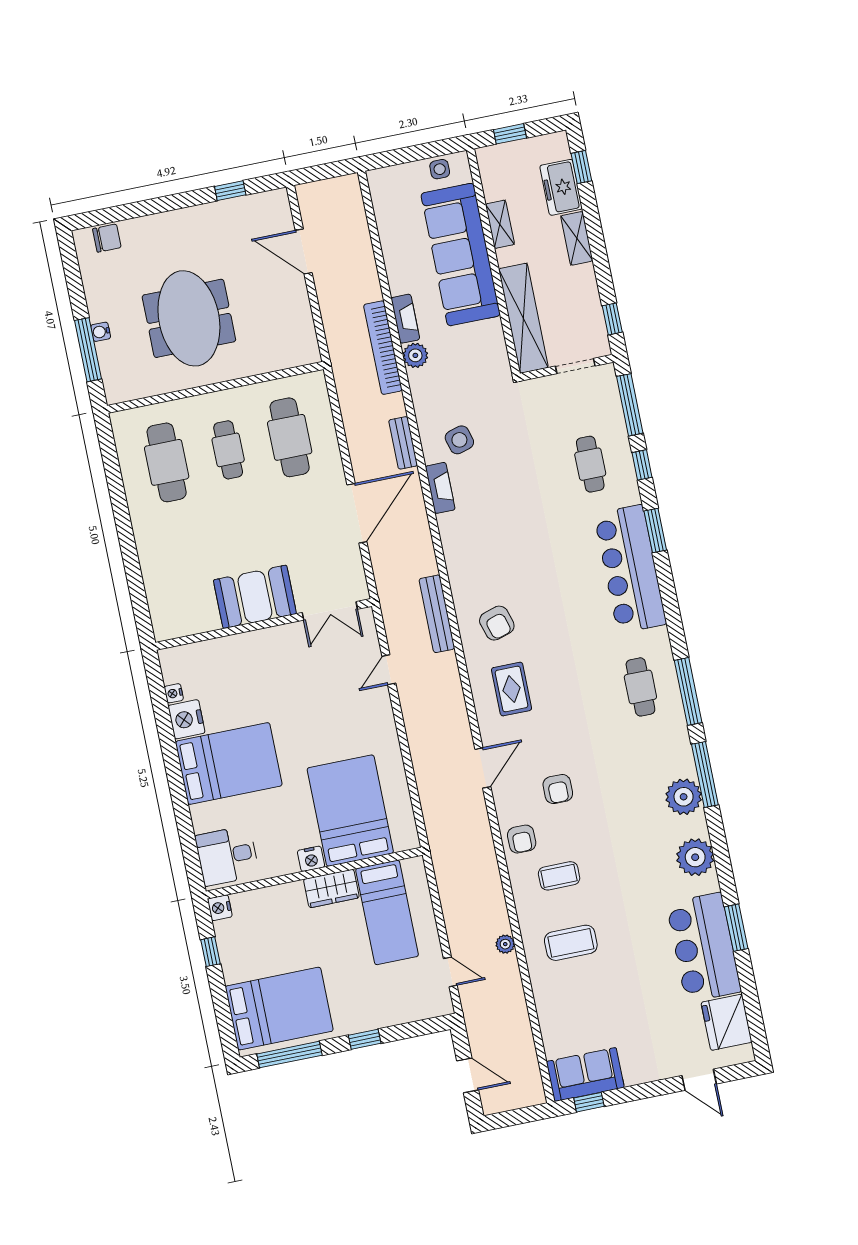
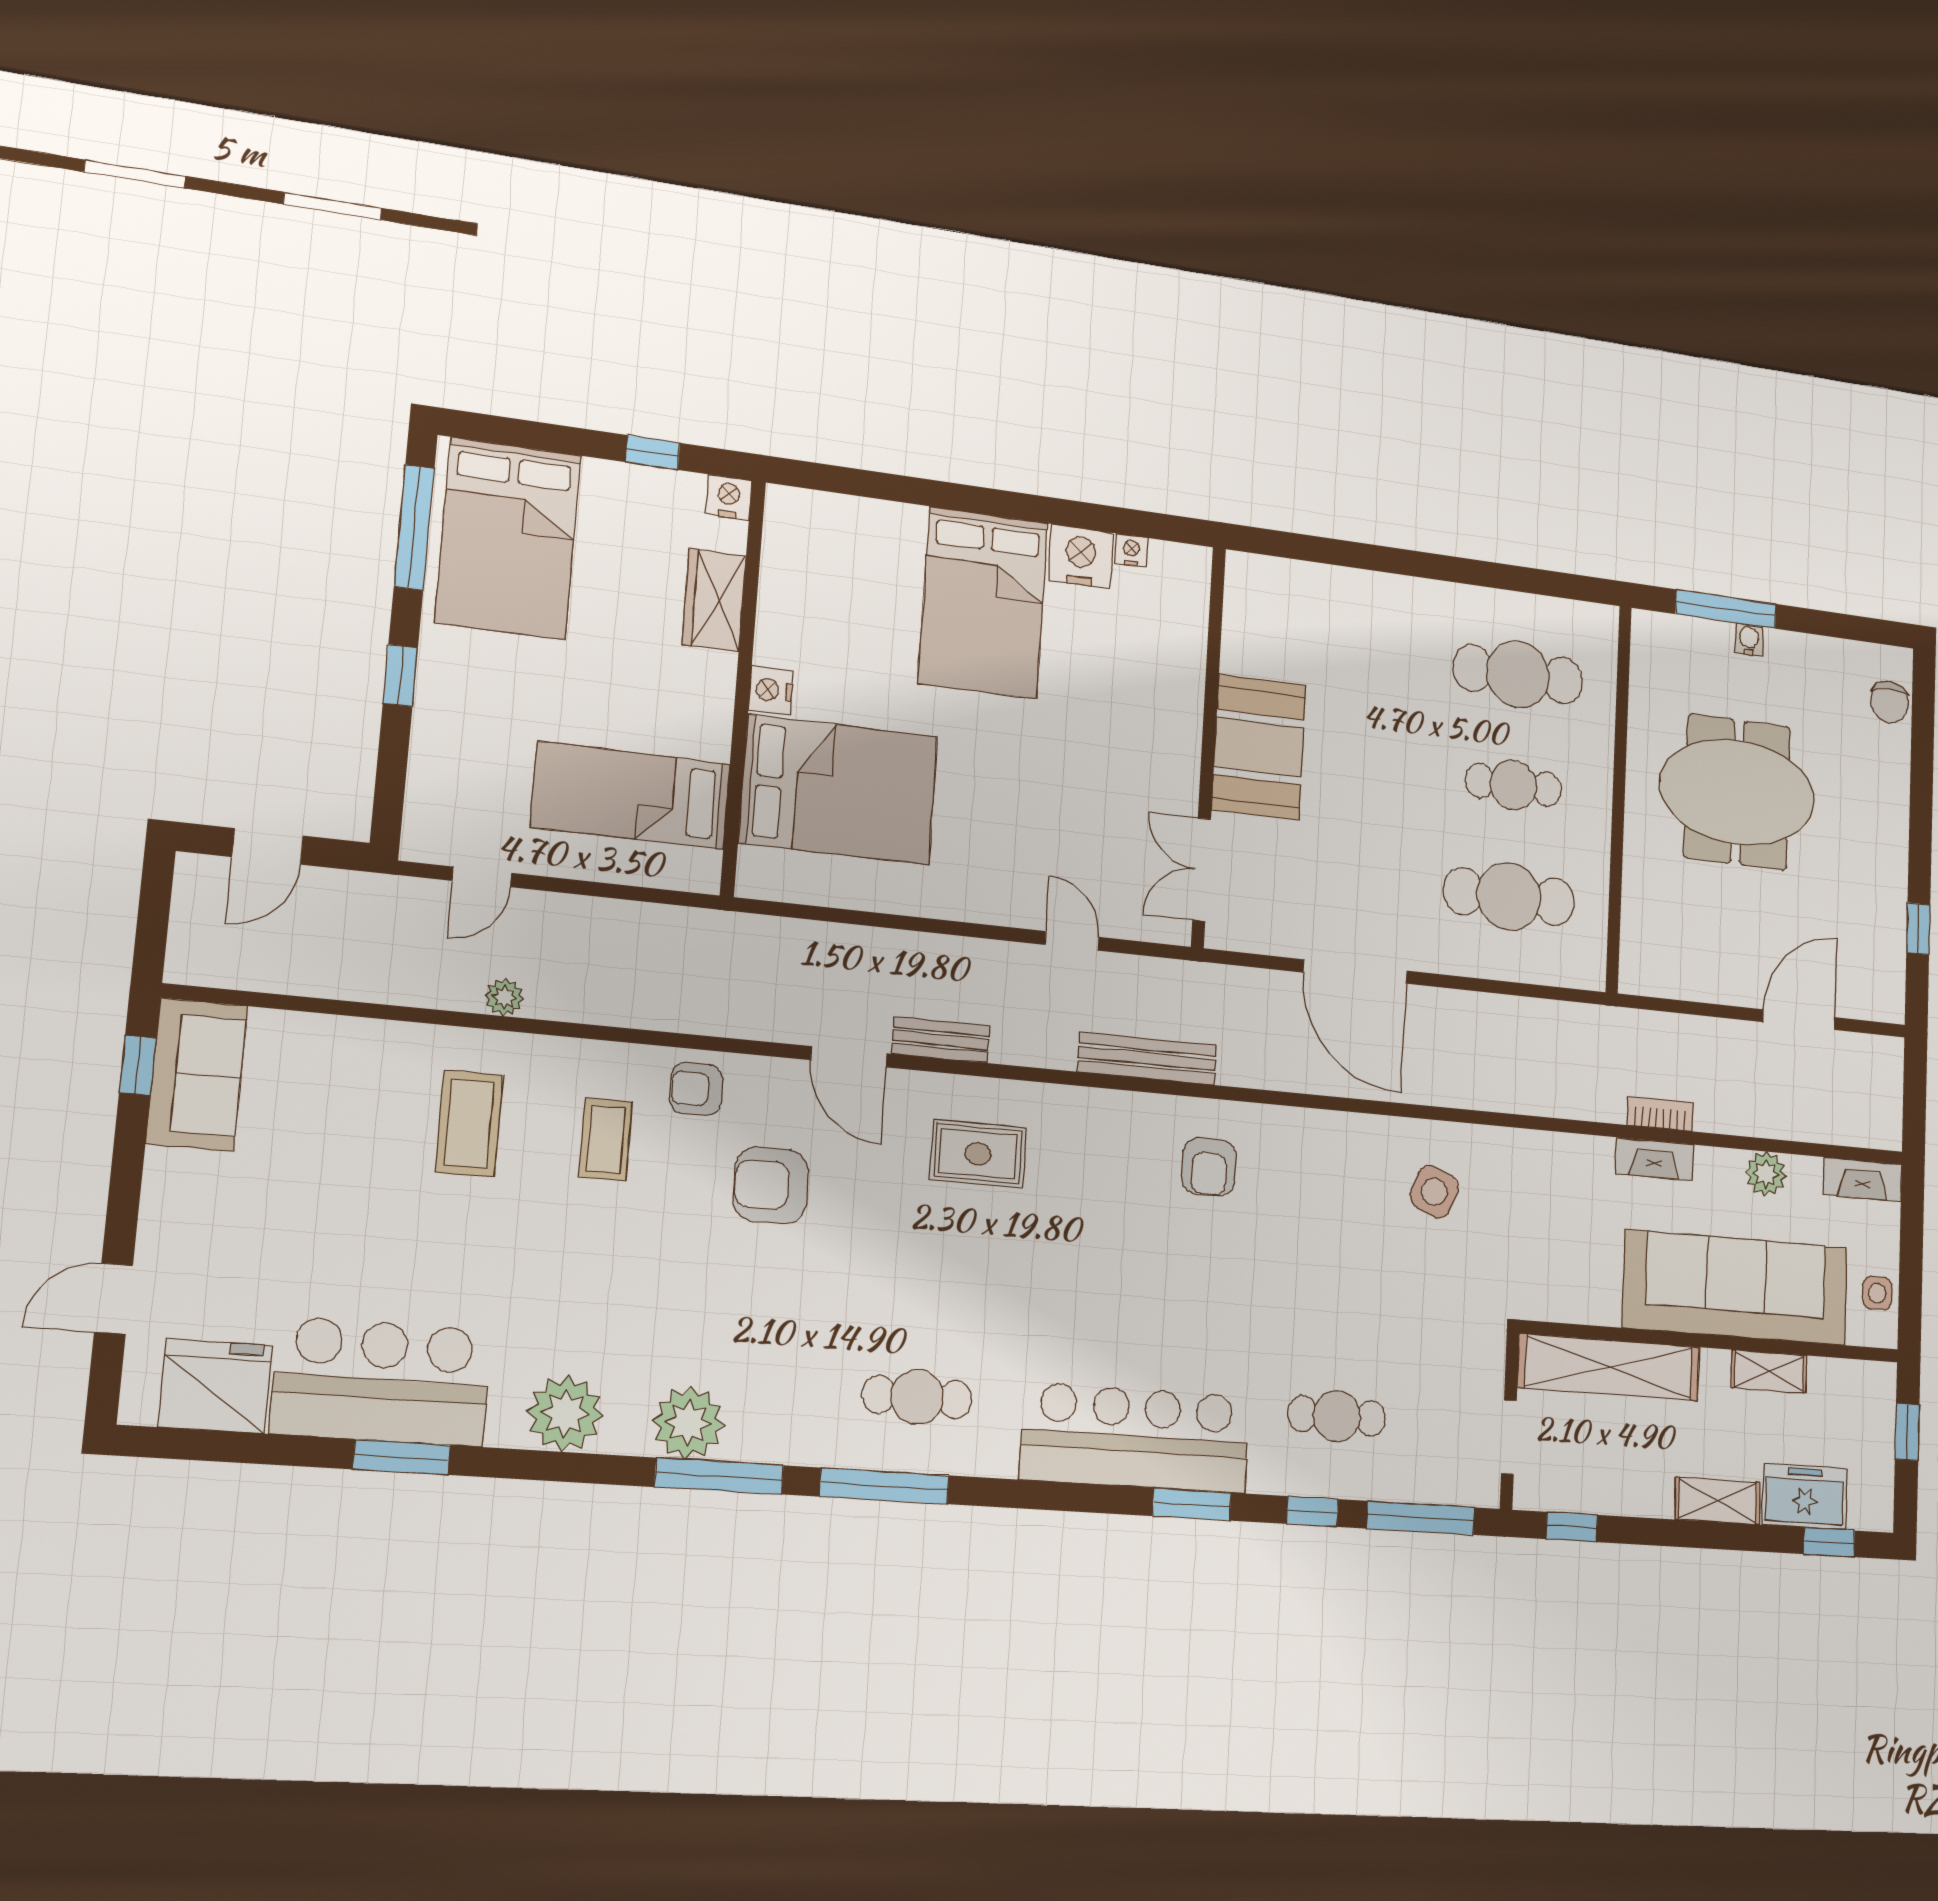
bookcase: (383, 348) -> (1660, 1114), width x0.43, depth x0.76
plant: (415, 355) -> (1766, 1174), moved
side table: (459, 440) -> (1434, 1192), turned 37
bench: (403, 443) -> (941, 1040), moved
fireplace: (440, 488) -> (1863, 1179), moved
armchair: (497, 623) -> (1209, 1167), moved, turned -73
armchair: (558, 789) -> (771, 1185), width x1.38, depth x1.38
desk: (227, 856) -> (819, 543), removed
wardrobe: (331, 888) -> (714, 600), moved

